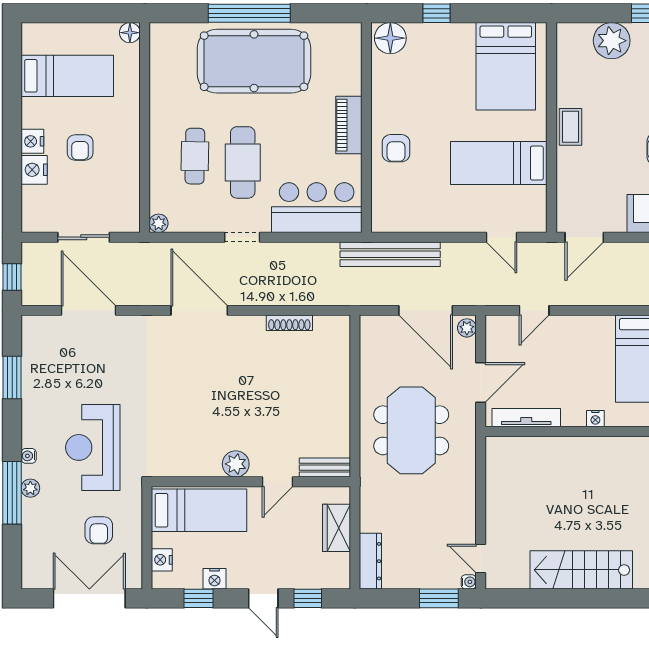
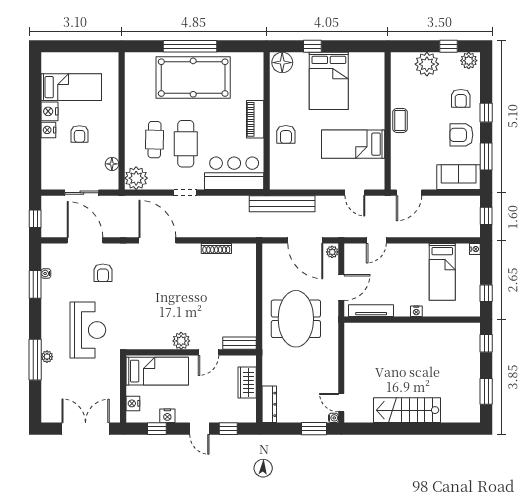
floor lamp: (130, 33) -> (112, 164), moved
bed: (506, 66) -> (329, 81), moved
nightstand: (34, 170) -> (50, 111), moved
plant: (159, 223) -> (136, 178), width x1.88, depth x1.88
reception desk: (93, 447) -> (88, 330), turned 180
water cooler: (29, 456) -> (46, 274), moved
armchair: (99, 530) -> (103, 273), moved

